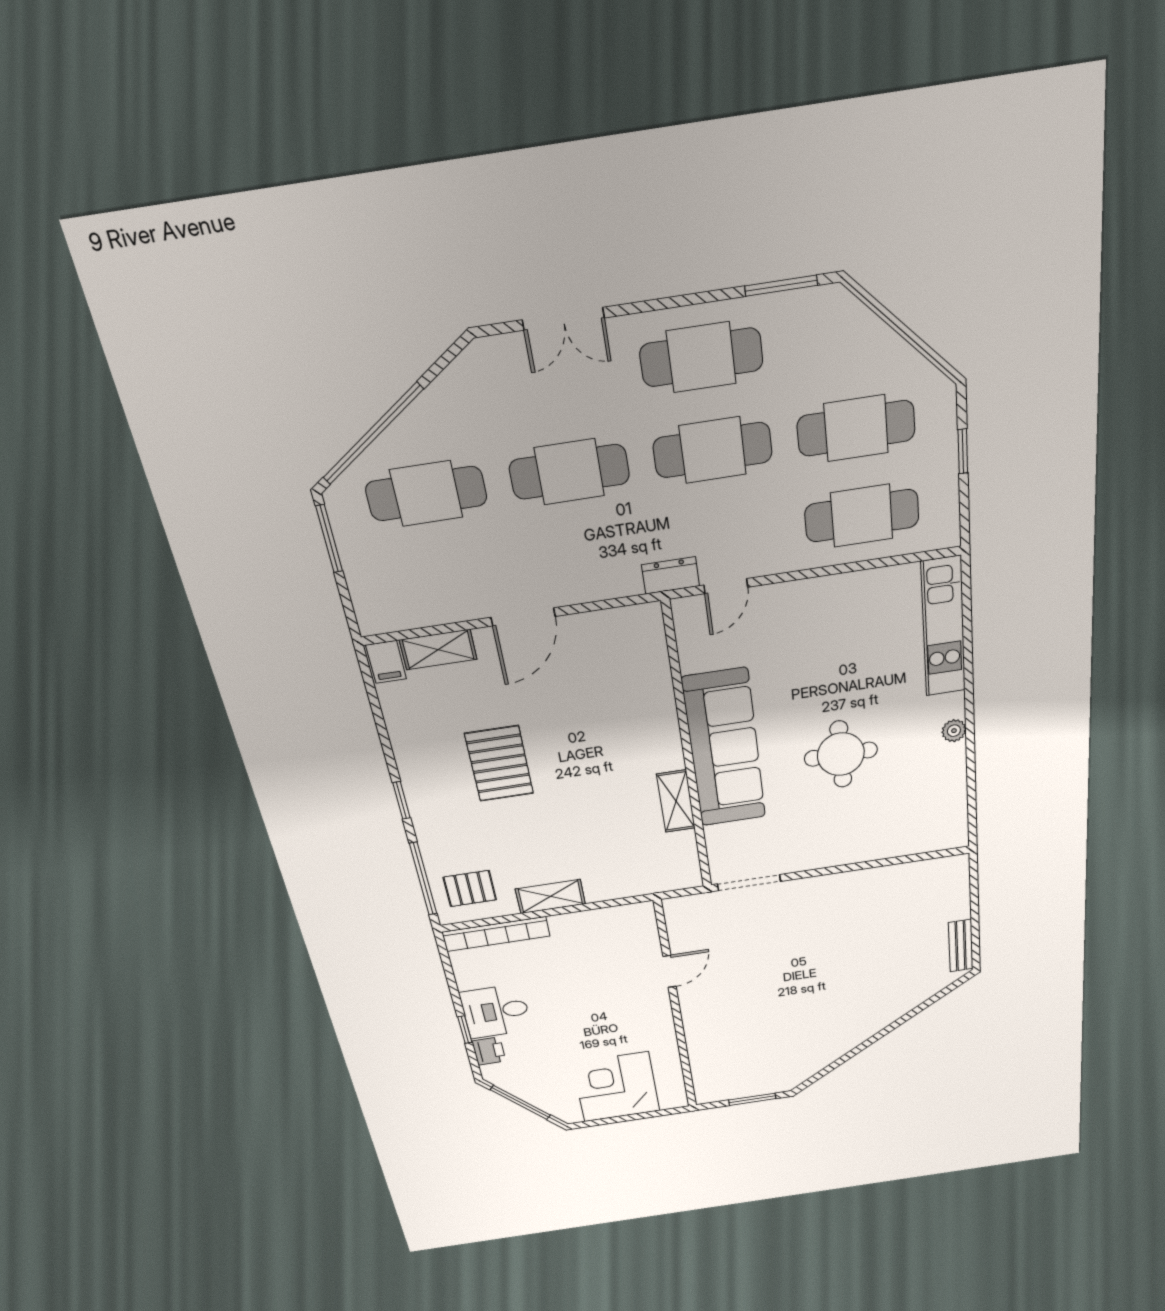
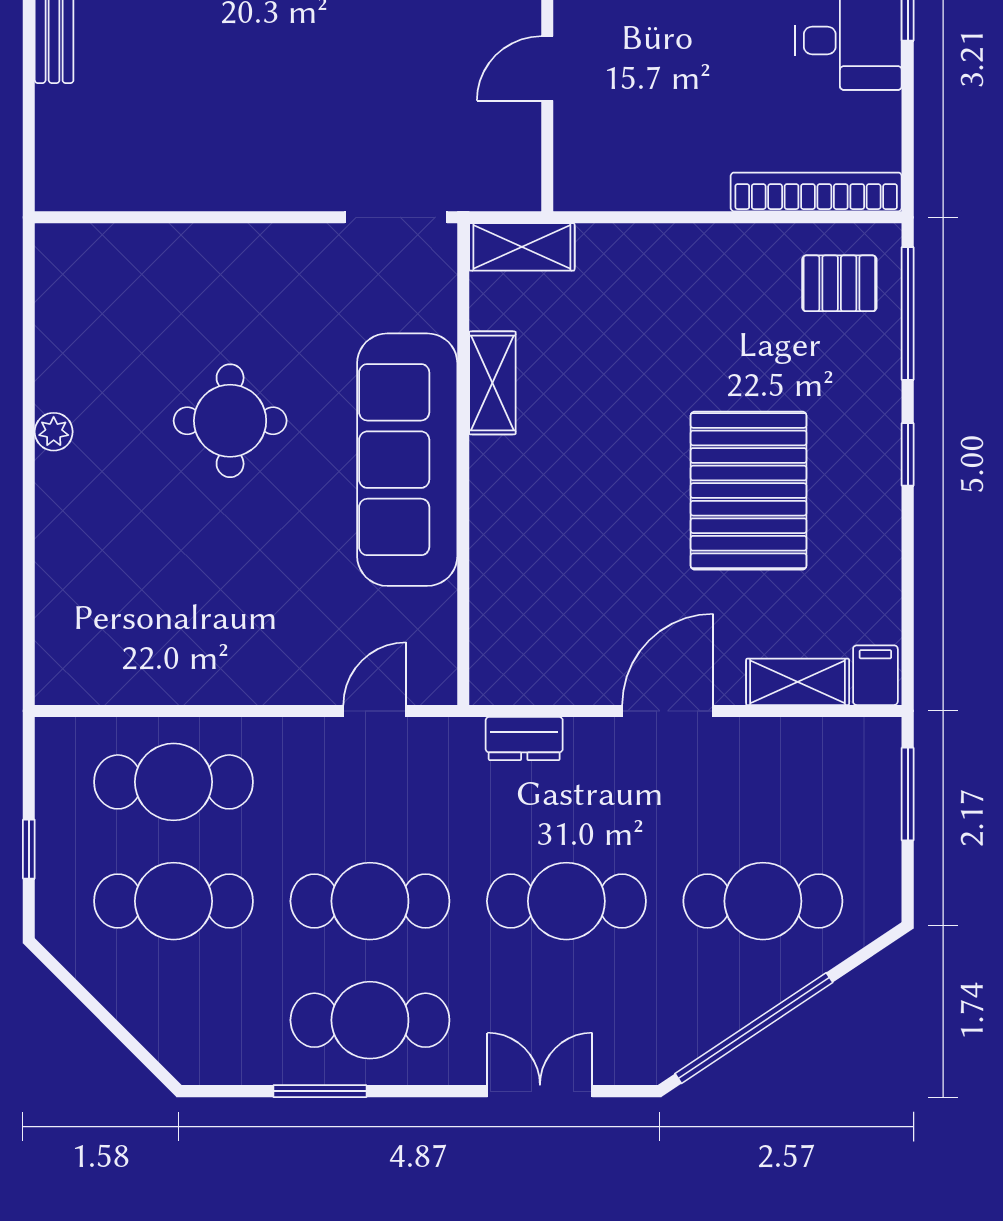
window: (781, 286) -> (320, 1091), moved
window: (373, 434) -> (754, 1028), moved
window: (329, 539) -> (908, 794), moved
dresser: (670, 575) -> (524, 739), moved
kitchen unit: (943, 627) -> (64, 601), removed
pallet: (499, 764) -> (749, 491), width x1.37, depth x1.41
shelving: (550, 896) -> (522, 247), moved

